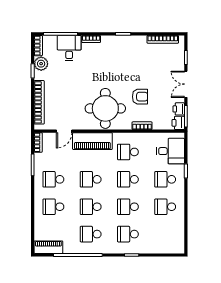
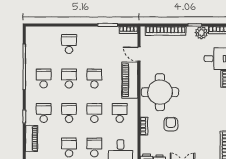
armchair: (140, 97) -> (171, 124), turned 180
school desk: (53, 179) -> (94, 44), removed
piano: (48, 247) -> (32, 138), moved

